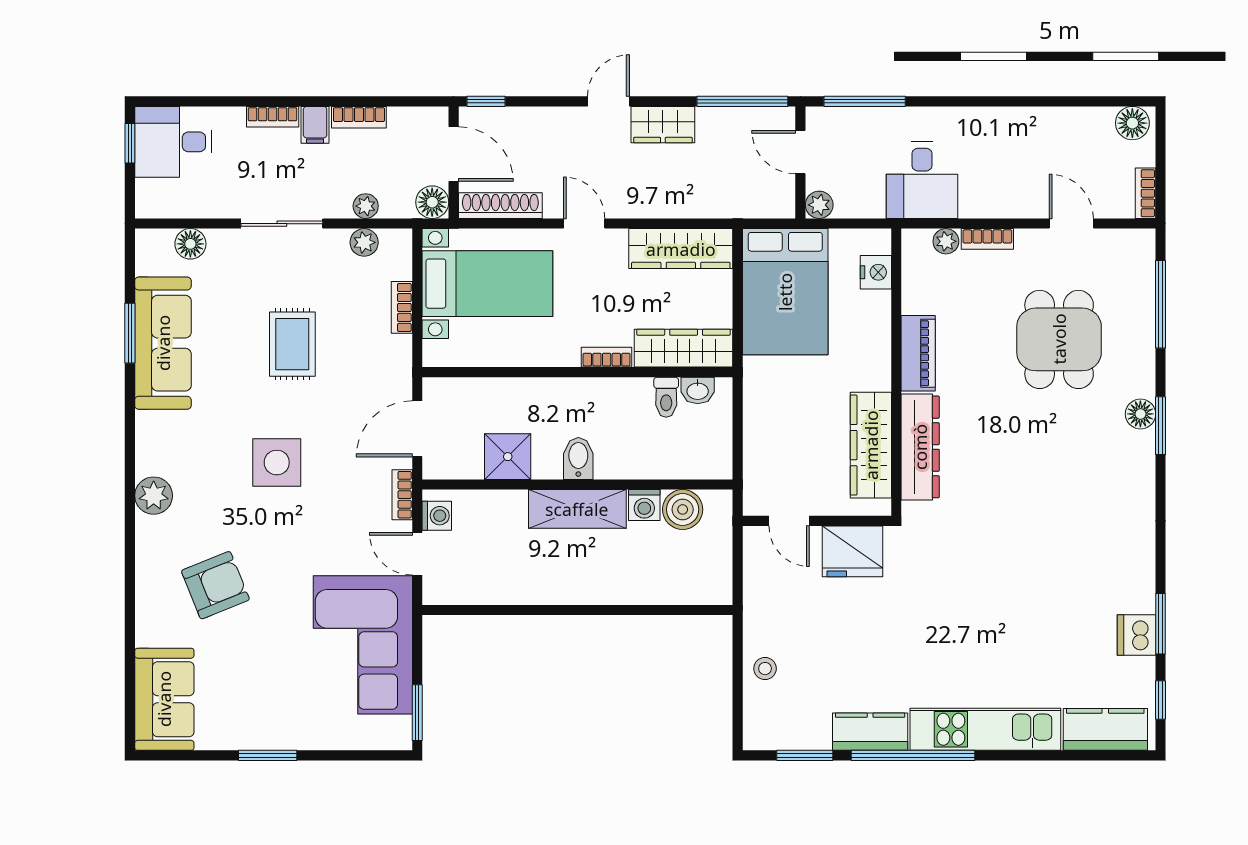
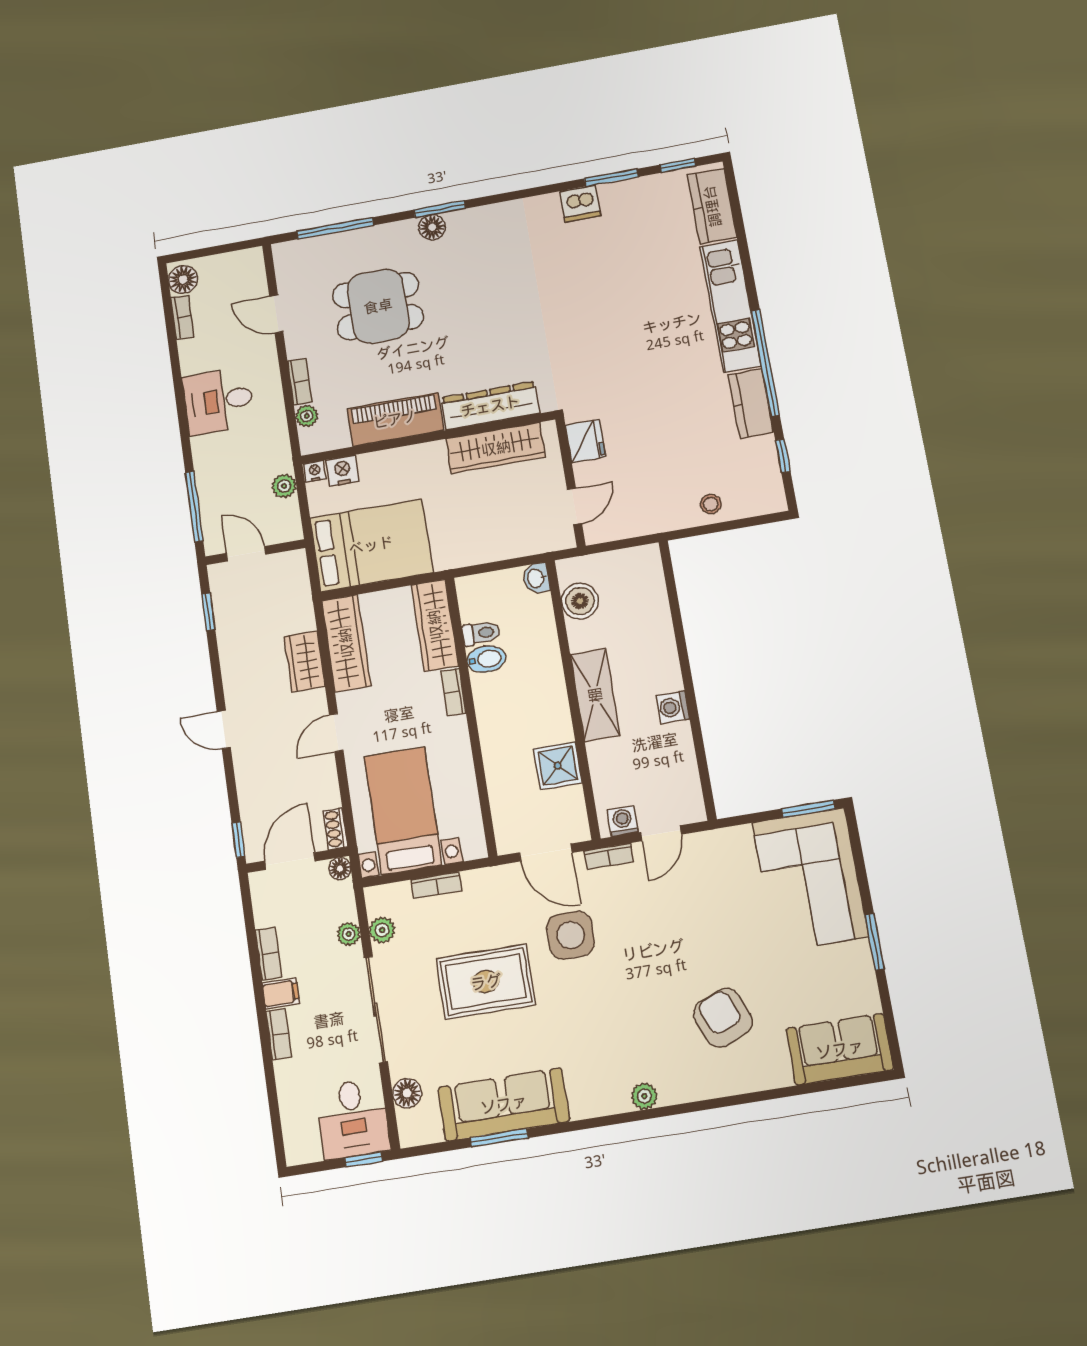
window: (742, 101) -> (208, 612), width x0.46
wardrobe: (663, 125) -> (305, 661), moved, turned 180
desk: (173, 142) -> (353, 1119), moved
window: (130, 143) -> (364, 1159), moved
door: (800, 152) -> (246, 554), swing flipped
desk: (922, 180) -> (219, 401), moved, turned 180
bookcase: (1145, 193) -> (182, 317), moved, turned -90
floor lamp: (432, 202) -> (340, 869), width x0.73, depth x0.73
plant: (819, 205) -> (284, 486), moved
shoe rack: (500, 206) -> (336, 829), width x0.51, depth x0.81
sliding door: (282, 224) -> (376, 1010), width x1.37
door: (1071, 224) -> (276, 314), hinge flipped
nightstand: (881, 241) -> (315, 471), added
rug: (292, 344) -> (486, 982), width x1.36, depth x1.43
piano: (918, 353) -> (395, 419), width x1.37, depth x1.33
washbasin: (698, 390) -> (536, 578), moved, turned 180
bidet: (578, 458) -> (486, 659), moved, turned 180
side table: (277, 463) -> (571, 935), moved
plant: (154, 496) -> (644, 1096), width x0.73, depth x0.73
washing machine: (644, 505) -> (673, 707), moved, turned 180
fridge: (852, 551) -> (586, 441), width x0.73, depth x0.75
dishwasher: (1137, 635) -> (580, 204), moved
corner sofa: (363, 645) -> (810, 880), moved, turned 90
window: (805, 755) -> (783, 456), width x0.67

